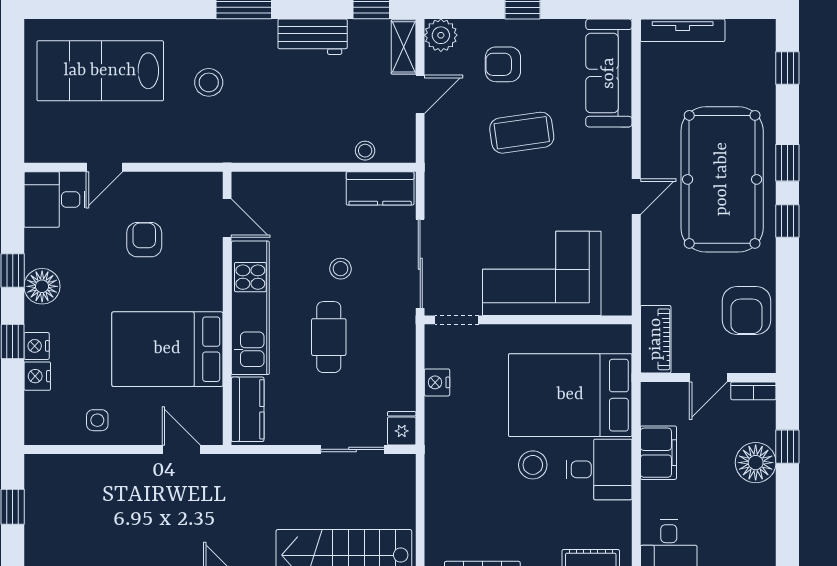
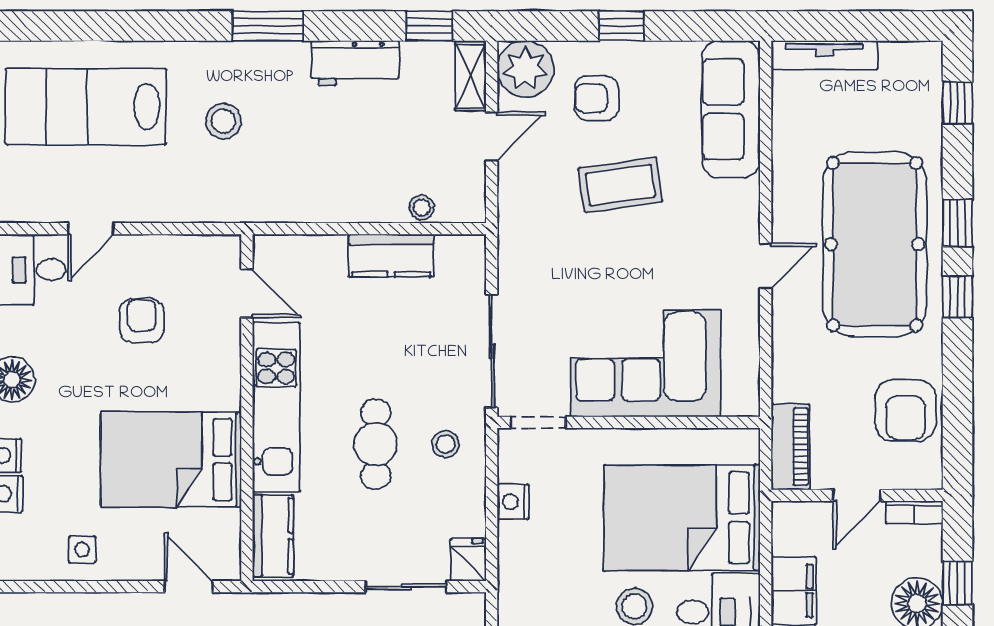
plant: (441, 35) -> (525, 69), width x1.36, depth x1.36
kitchen counter: (380, 188) -> (391, 256), moved
stool: (340, 269) -> (446, 444), moved

